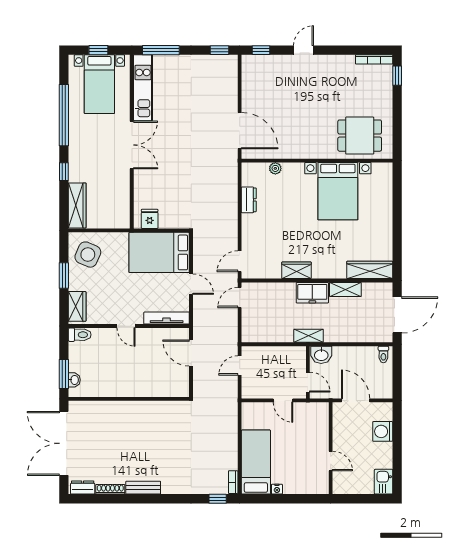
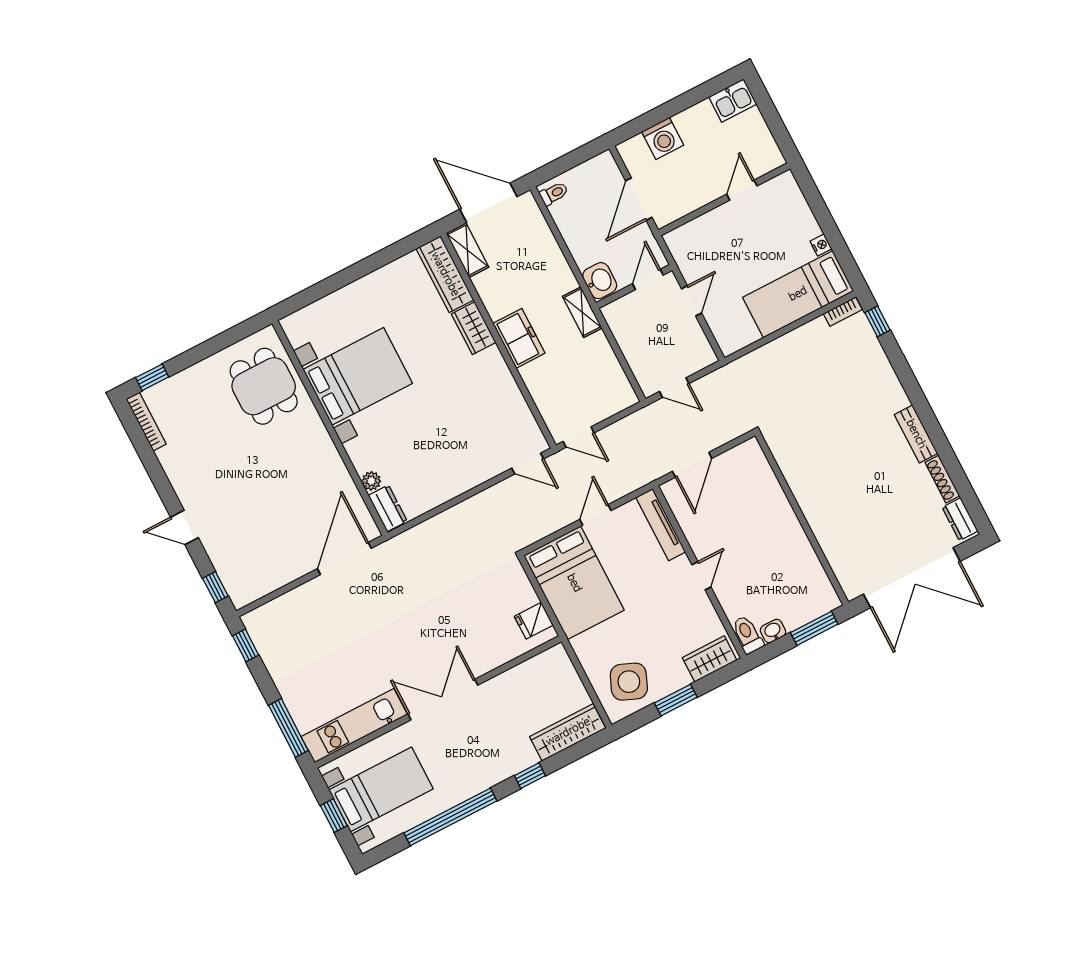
dresser: (249, 200) -> (388, 508), moved, turned 90
wardrobe: (297, 270) -> (474, 328), moved
shelving: (345, 289) -> (467, 250), moved
washbasin: (74, 380) -> (773, 631), moved

